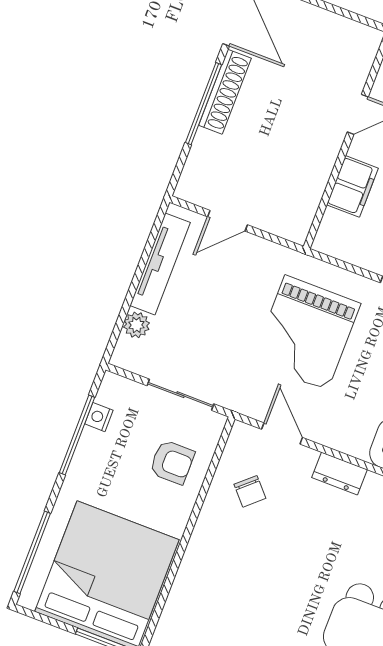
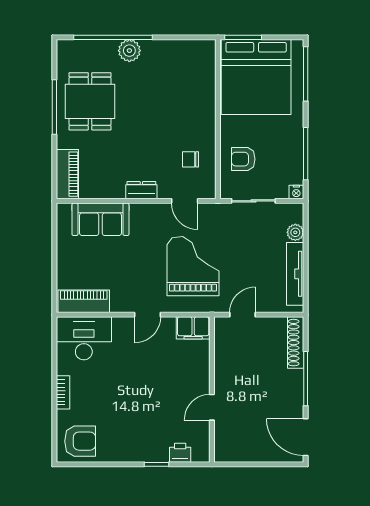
shoe rack: (225, 92) -> (296, 343), moved
filing cabinet: (352, 186) -> (193, 328), moved, turned -90
door: (228, 221) -> (242, 315), moved
nightstand: (99, 417) -> (296, 192), moved, turned 90
chair: (250, 491) -> (190, 159), turned -48

